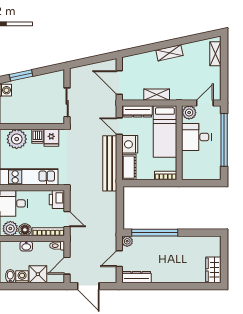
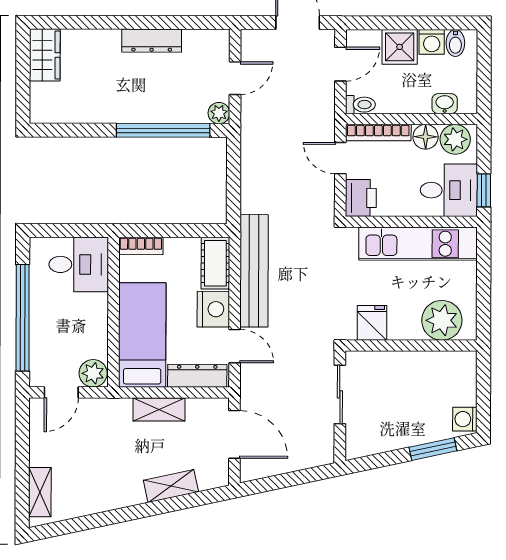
shelving: (169, 53) -> (171, 486), moved
dishwasher: (37, 136) -> (400, 326), removed
desk: (196, 137) -> (79, 264), moved
washbasin: (26, 246) -> (445, 104), moved
dresser: (137, 277) -> (152, 41), moved

